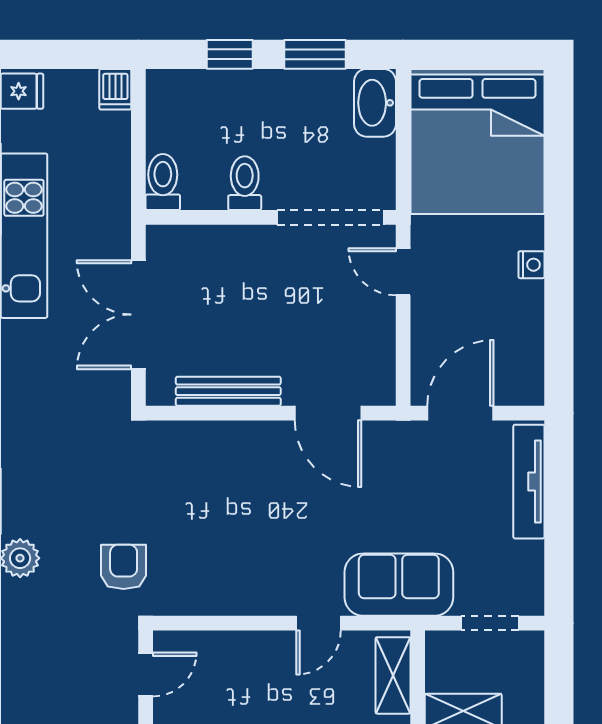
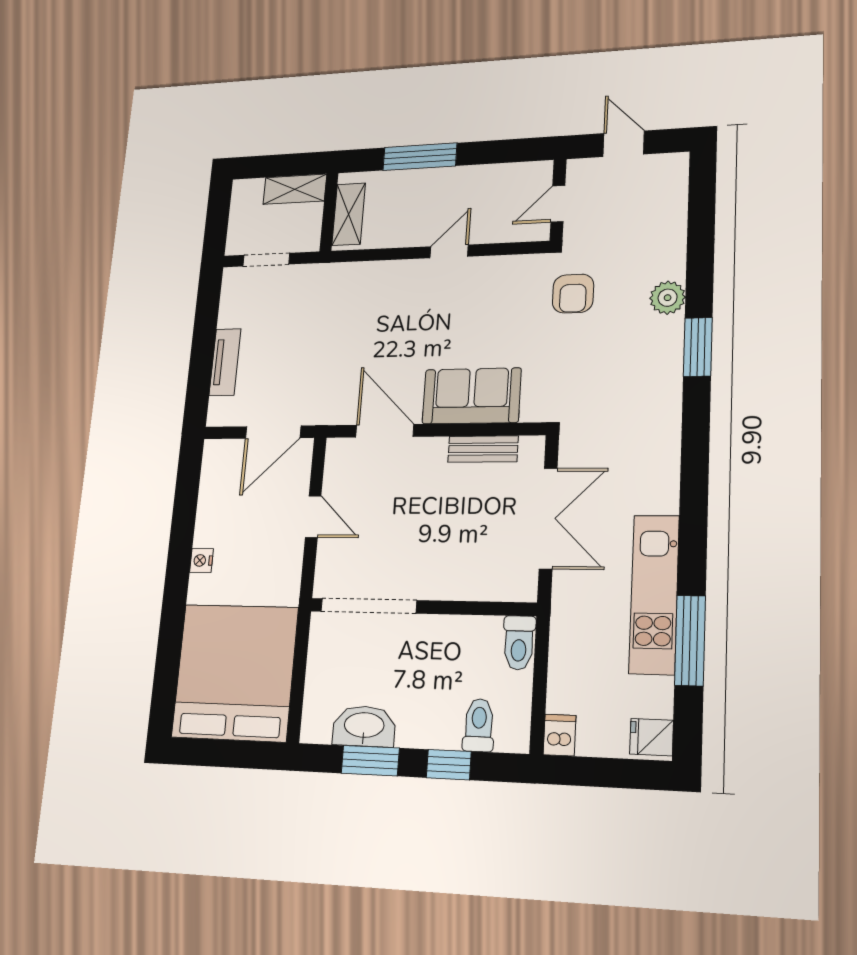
washbasin: (375, 103) -> (364, 726), moved, turned -90
toilet: (245, 183) -> (479, 725), moved, turned 180
door: (403, 272) -> (313, 517), moved
bench: (228, 391) -> (483, 449), width x0.73
tv unit: (529, 482) -> (225, 362), width x0.71
sofa: (399, 585) -> (472, 396), moved, turned 180
door: (319, 623) -> (449, 251), moved

